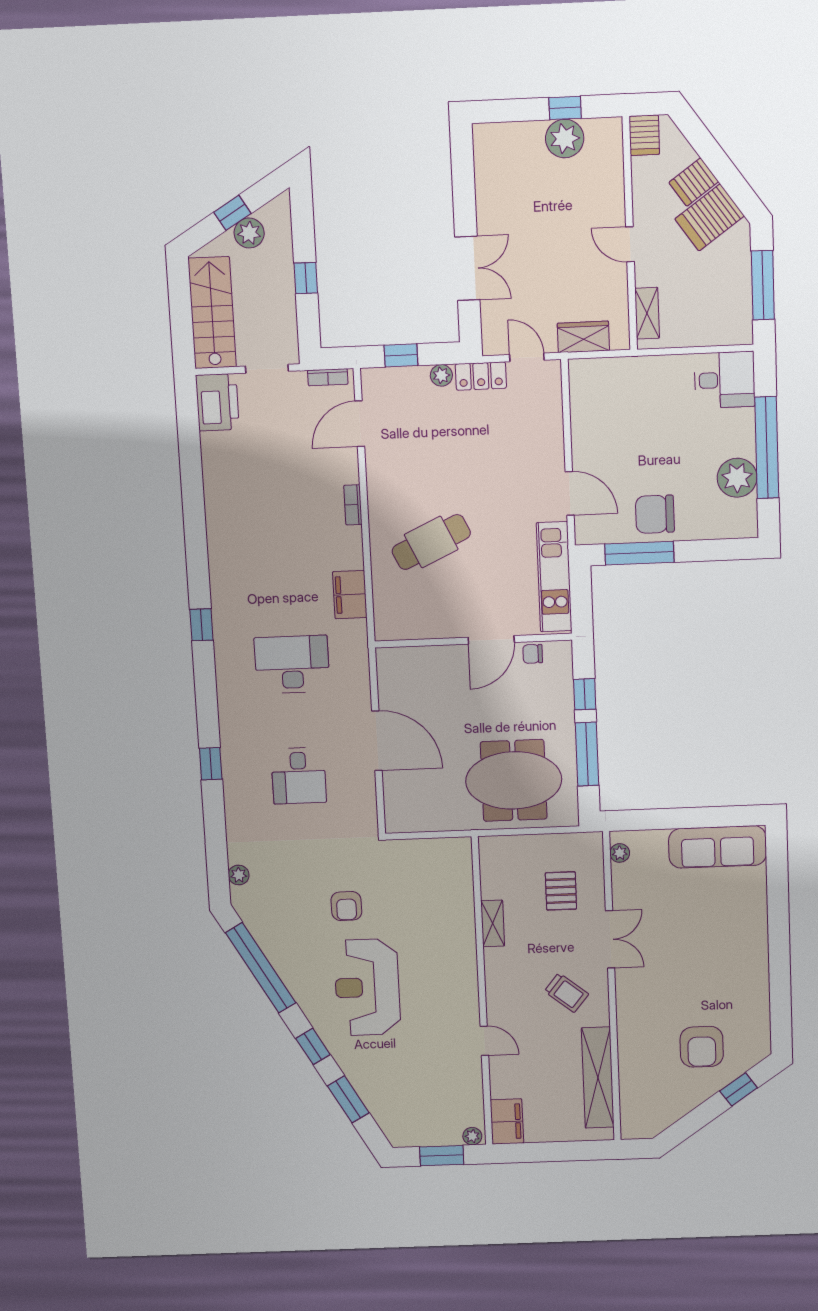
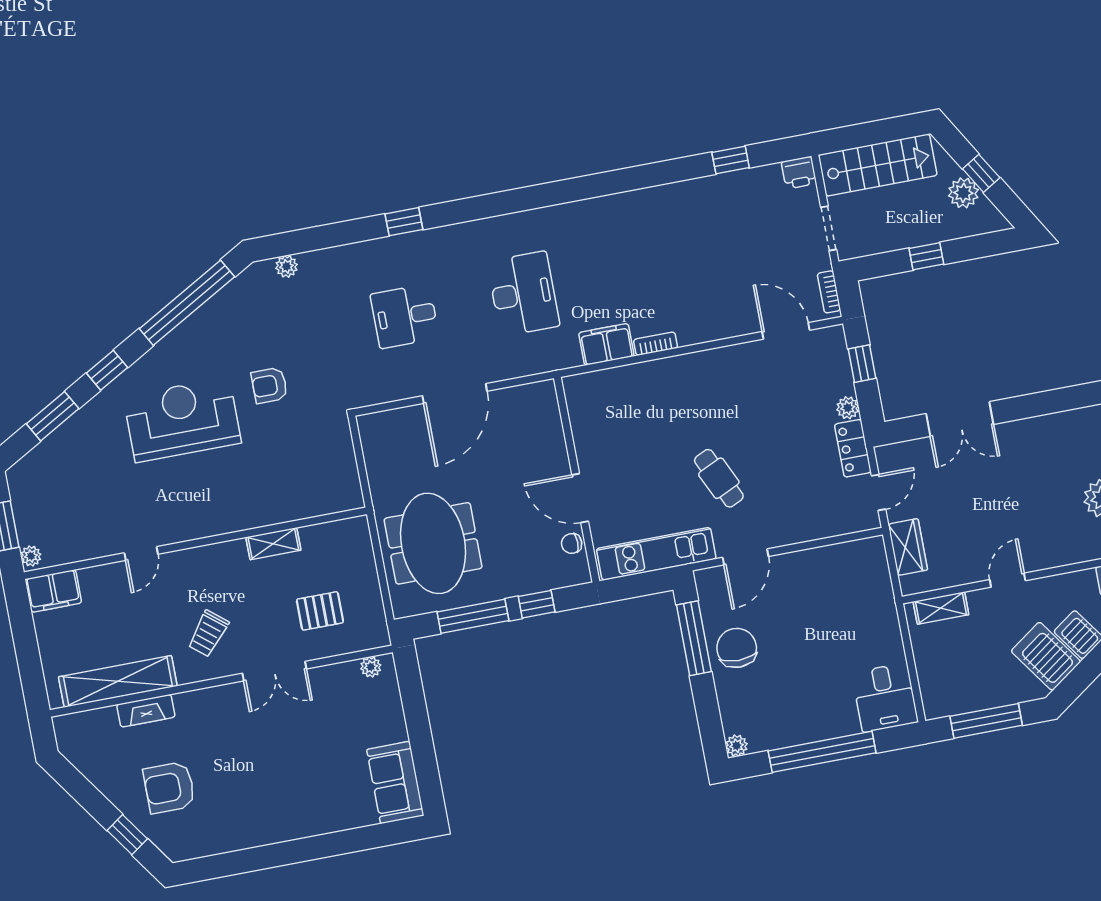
printer: (217, 402) -> (799, 173), width x0.53, depth x0.68
plant: (737, 478) -> (737, 746), moved, width x0.53, depth x0.53
bookcase: (353, 505) -> (656, 344), moved
cafe table: (431, 542) -> (719, 478), moved, width x0.73, depth x0.74
window: (201, 625) -> (731, 160), moved
chair: (533, 654) -> (572, 543), turned -90
sofa: (718, 847) -> (395, 783), width x0.73
fireplace: (628, 1057) -> (146, 711), added

